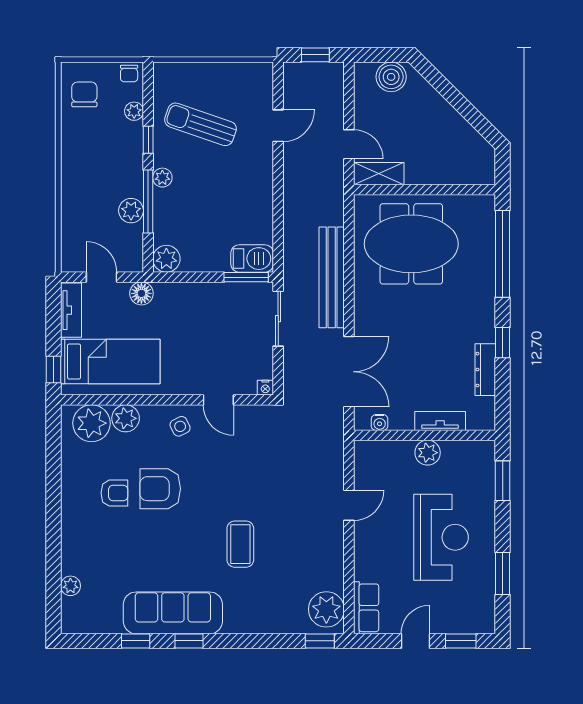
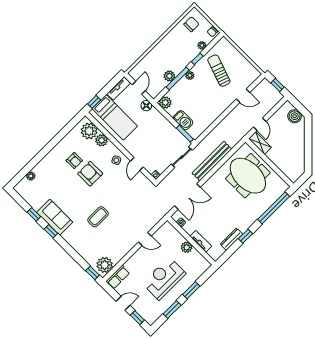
barbecue: (252, 259) -> (183, 120), moved
window: (503, 481) -> (191, 290), moved
reception desk: (441, 537) -> (164, 278), turned 180
sofa: (173, 613) -> (55, 217), width x0.73

